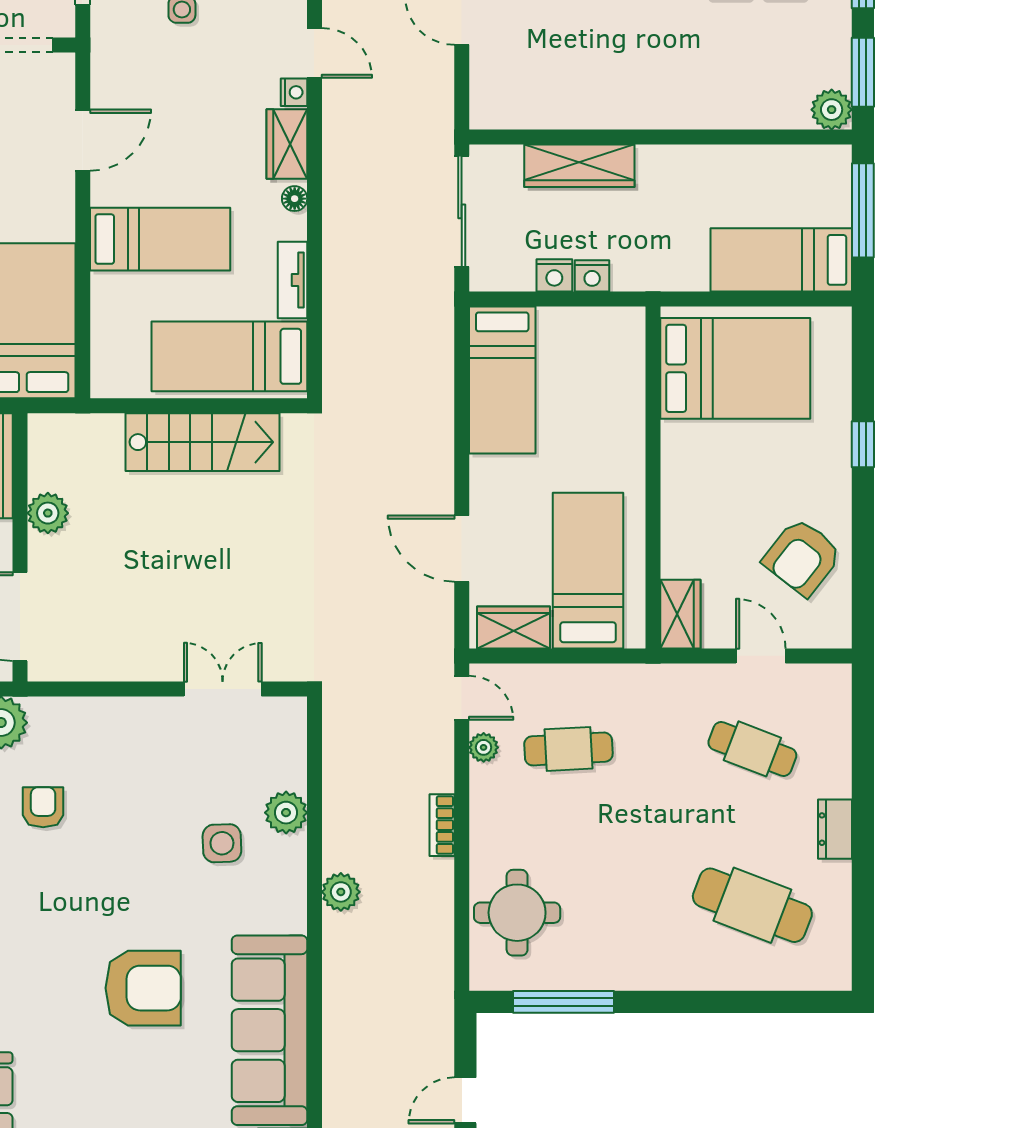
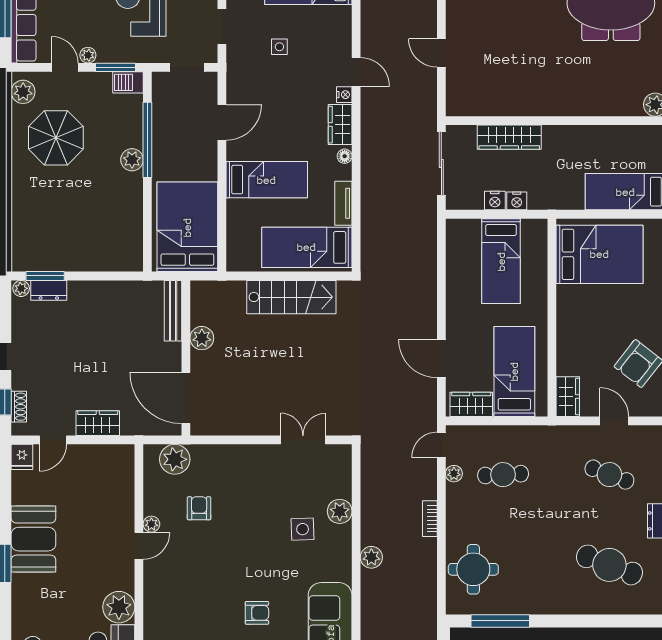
bed: (502, 380) -> (501, 261), moved
door: (462, 698) -> (441, 445), swing flipped
armchair: (143, 988) -> (257, 613), width x0.53, depth x0.53

